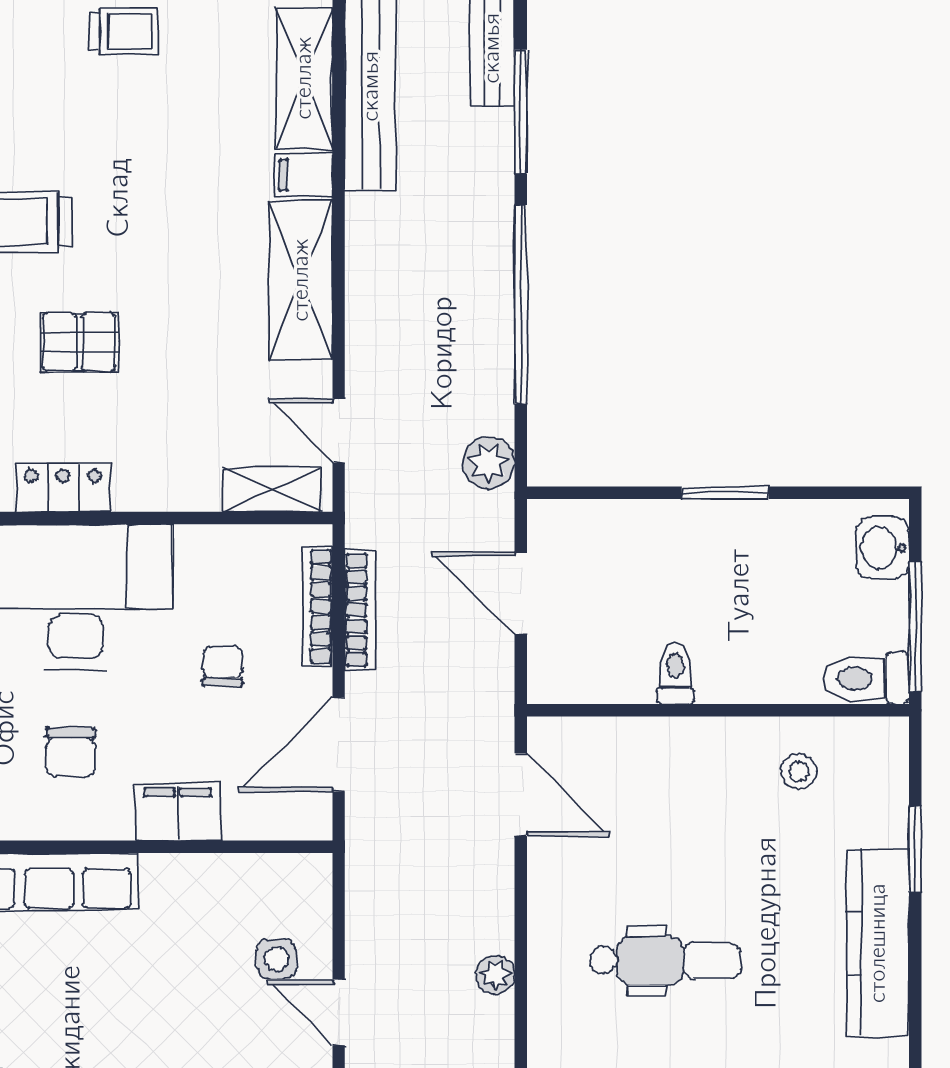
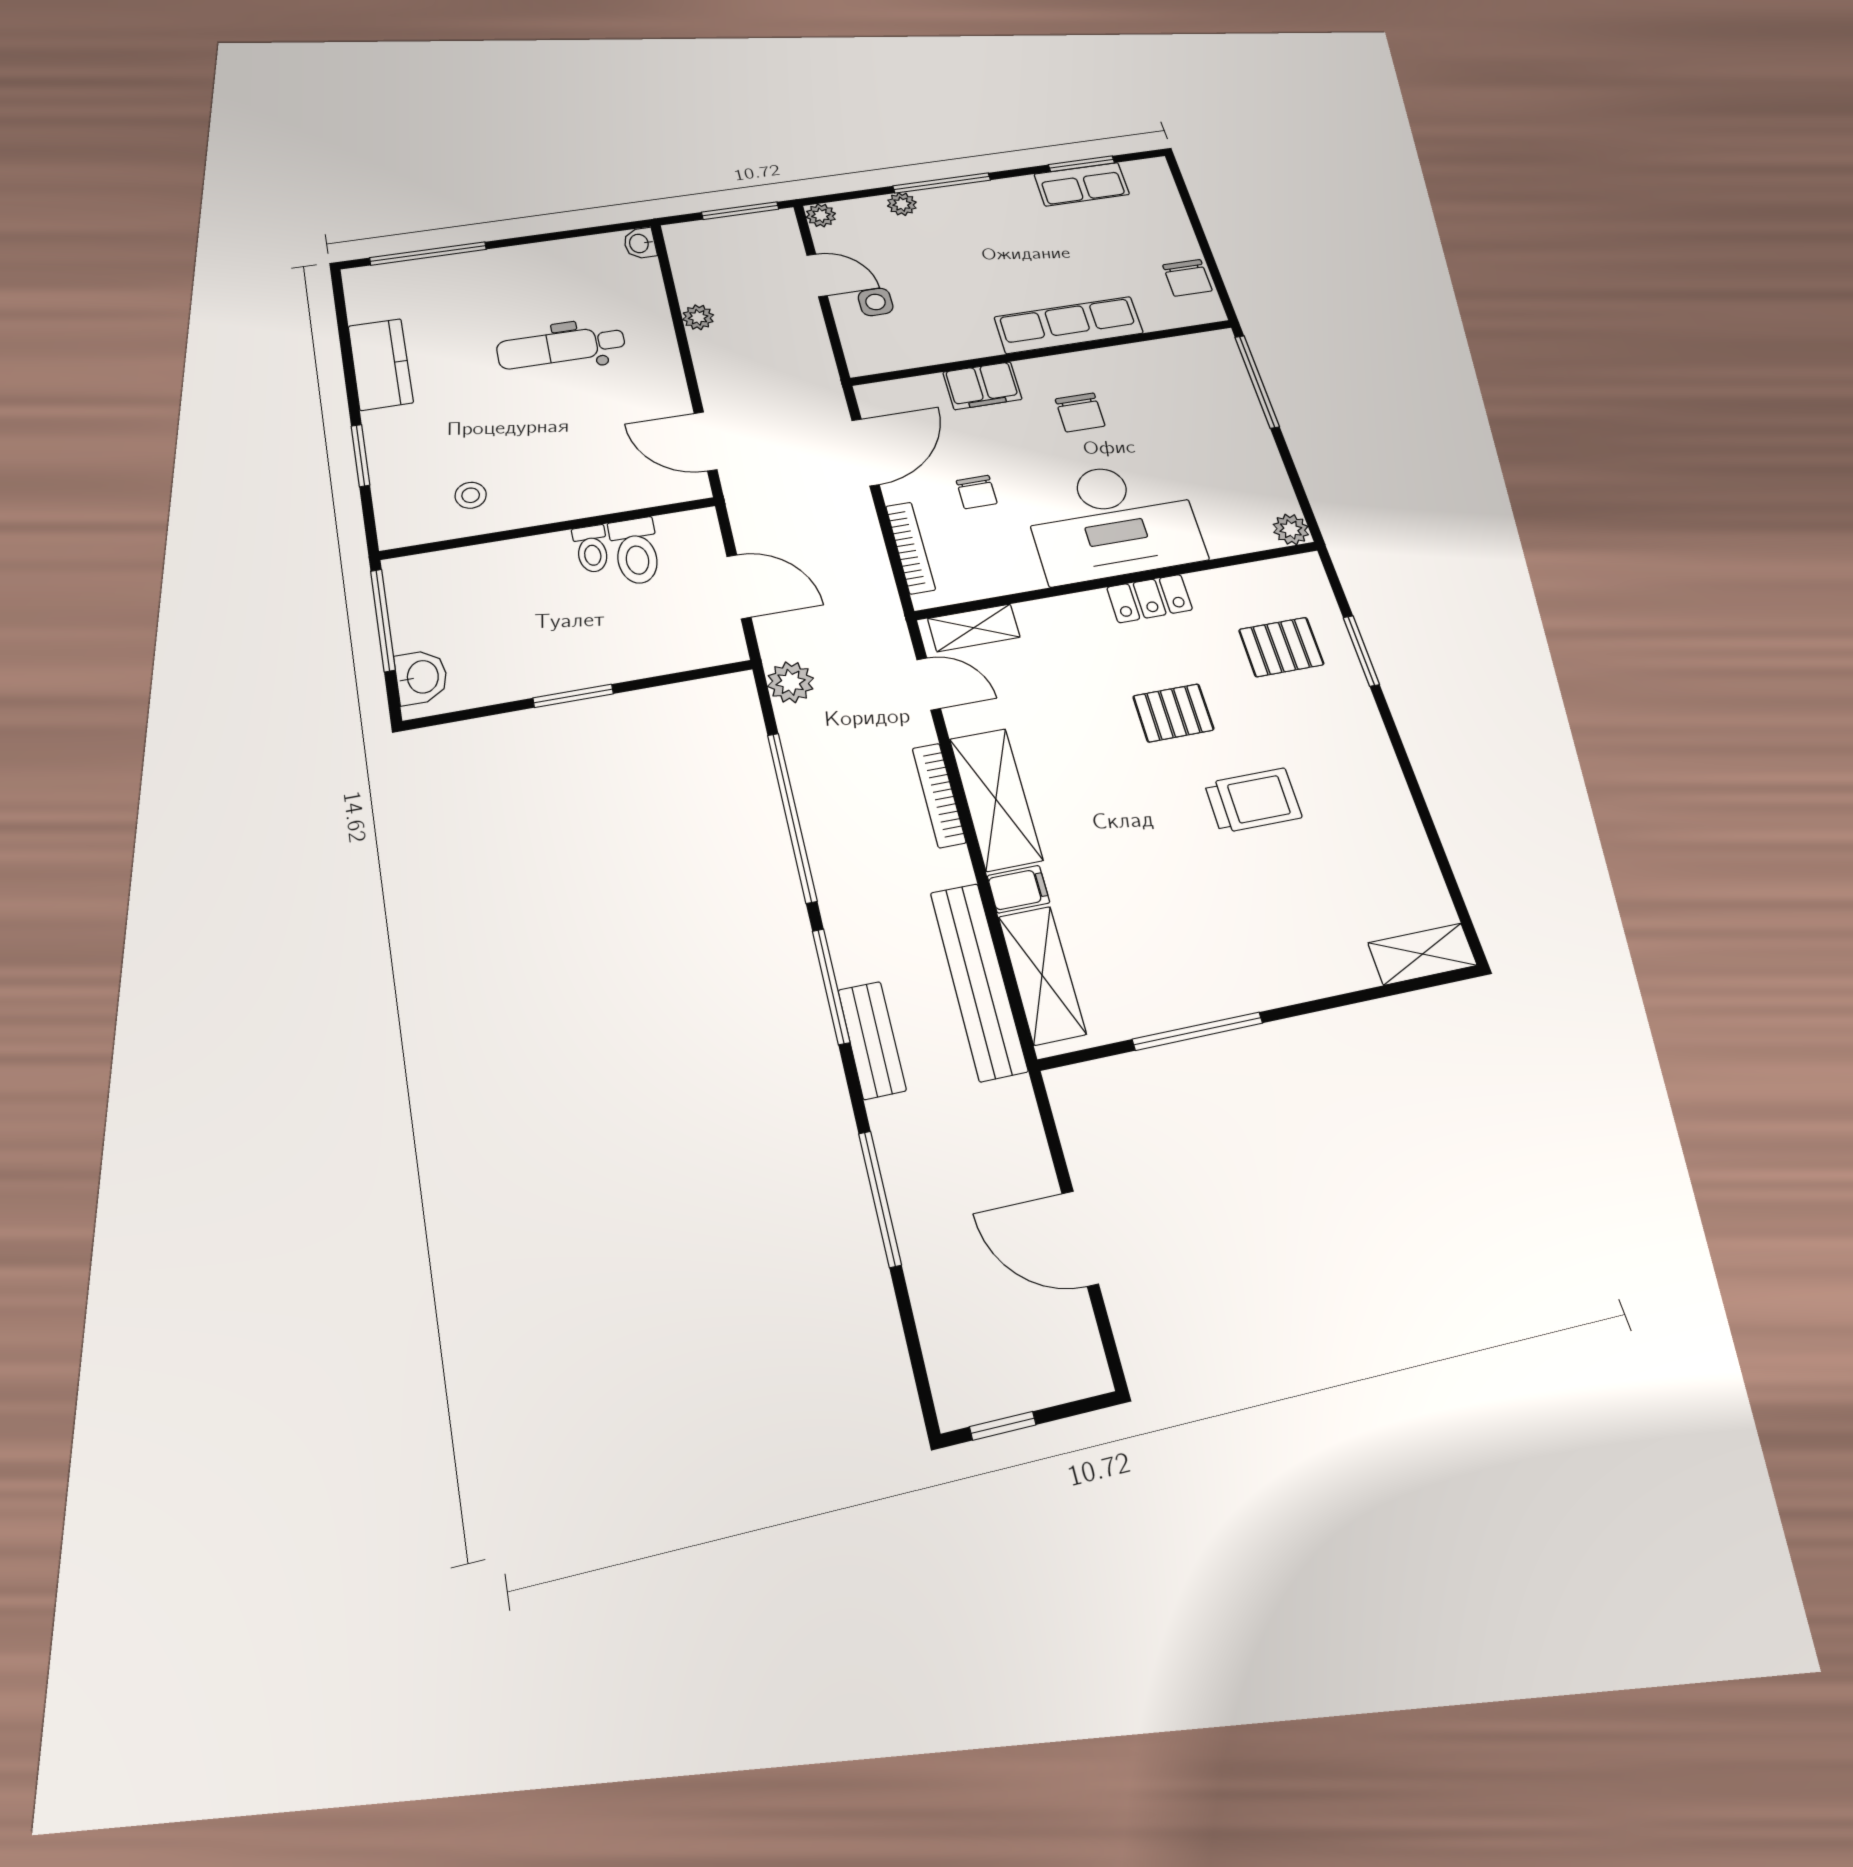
trolley: (124, 31) -> (1220, 983), removed
bookcase: (360, 610) -> (939, 795), moved
toilet: (867, 678) -> (636, 551), moved, turned 90
chair: (71, 753) -> (1080, 412), turned 180
kitchen counter: (878, 943) -> (381, 364), width x0.67

